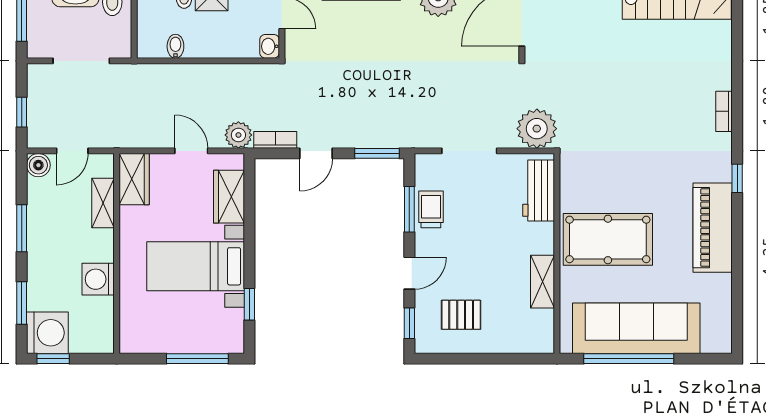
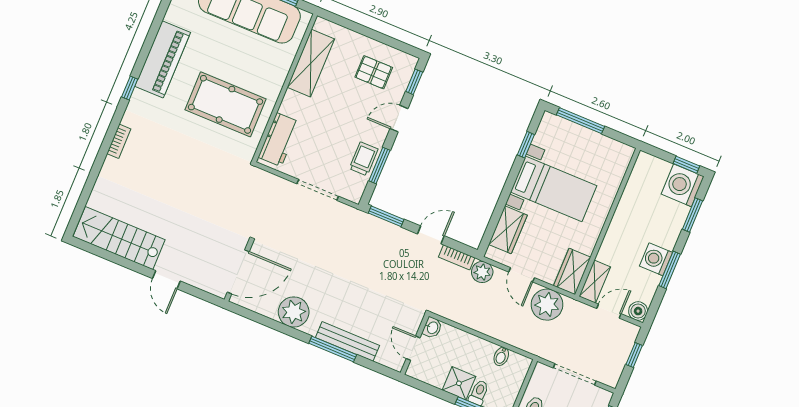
plant: (537, 129) -> (547, 305), moved
shelving: (103, 203) -> (595, 282), moved
trolley: (431, 209) -> (364, 159), turned 180
pool table: (608, 239) -> (226, 104), moved
washing machine: (98, 279) -> (656, 259), moved, turned 180
shelving: (542, 282) -> (311, 63), width x1.50, depth x1.33

